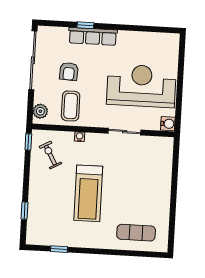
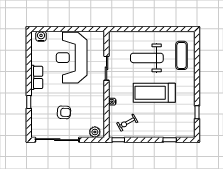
row of seats: (93, 36) -> (37, 77), moved, width x0.68
coffee table: (71, 106) -> (90, 110), removed
water cooler: (168, 124) -> (41, 36), moved
weight bench: (135, 186) -> (147, 58), added
treadmill: (88, 193) -> (154, 93), turned 180

